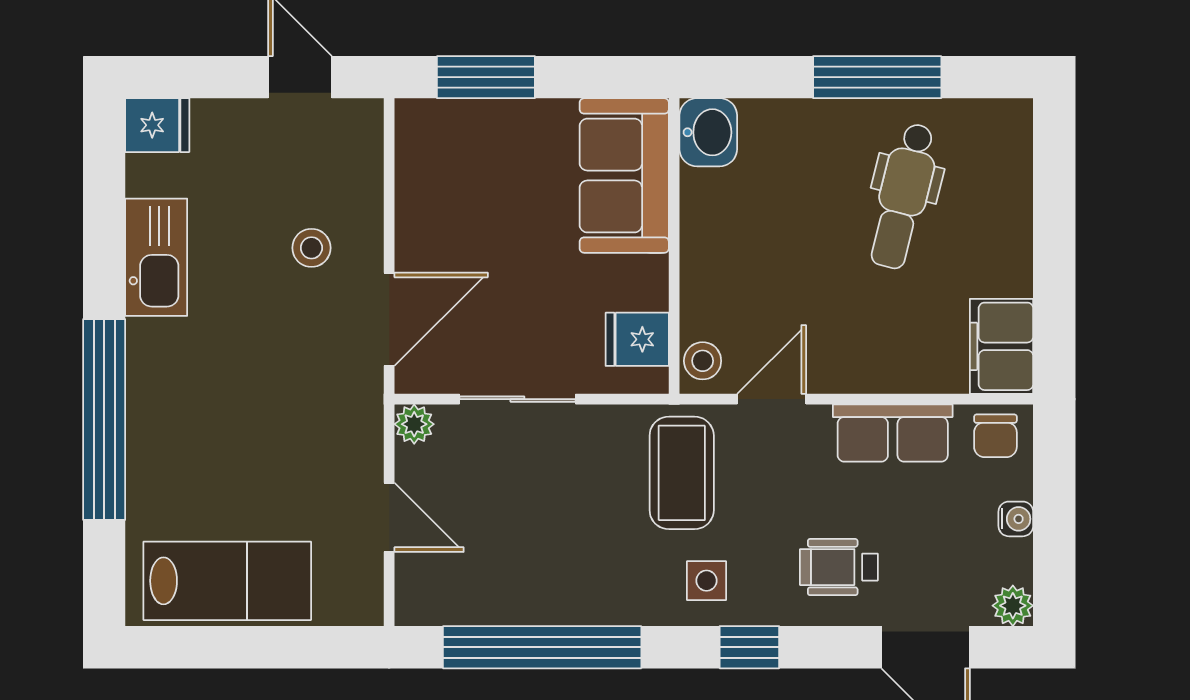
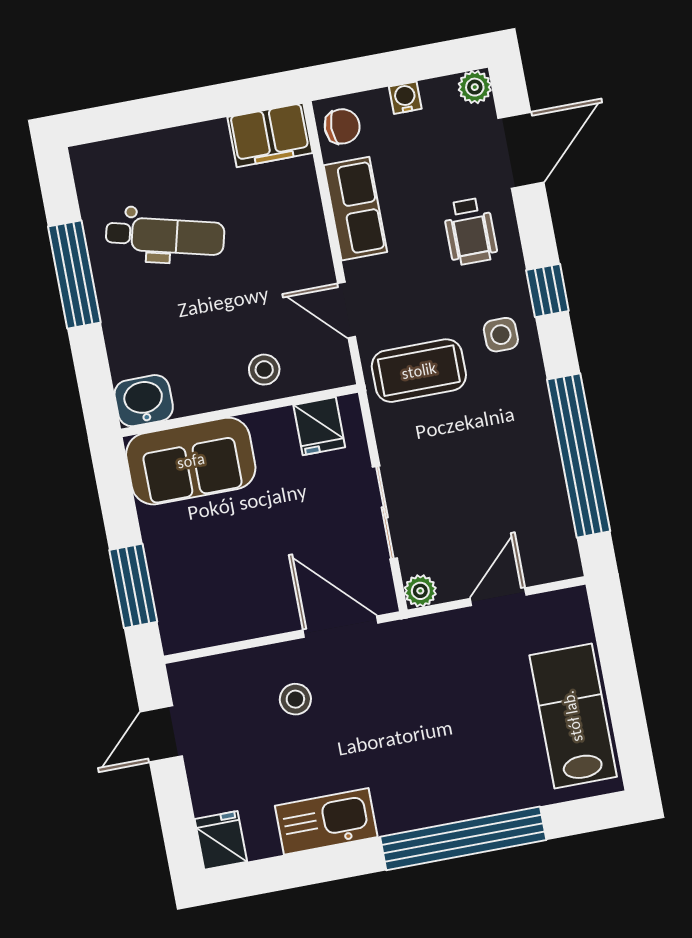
stool: (703, 361) -> (264, 370), moved

